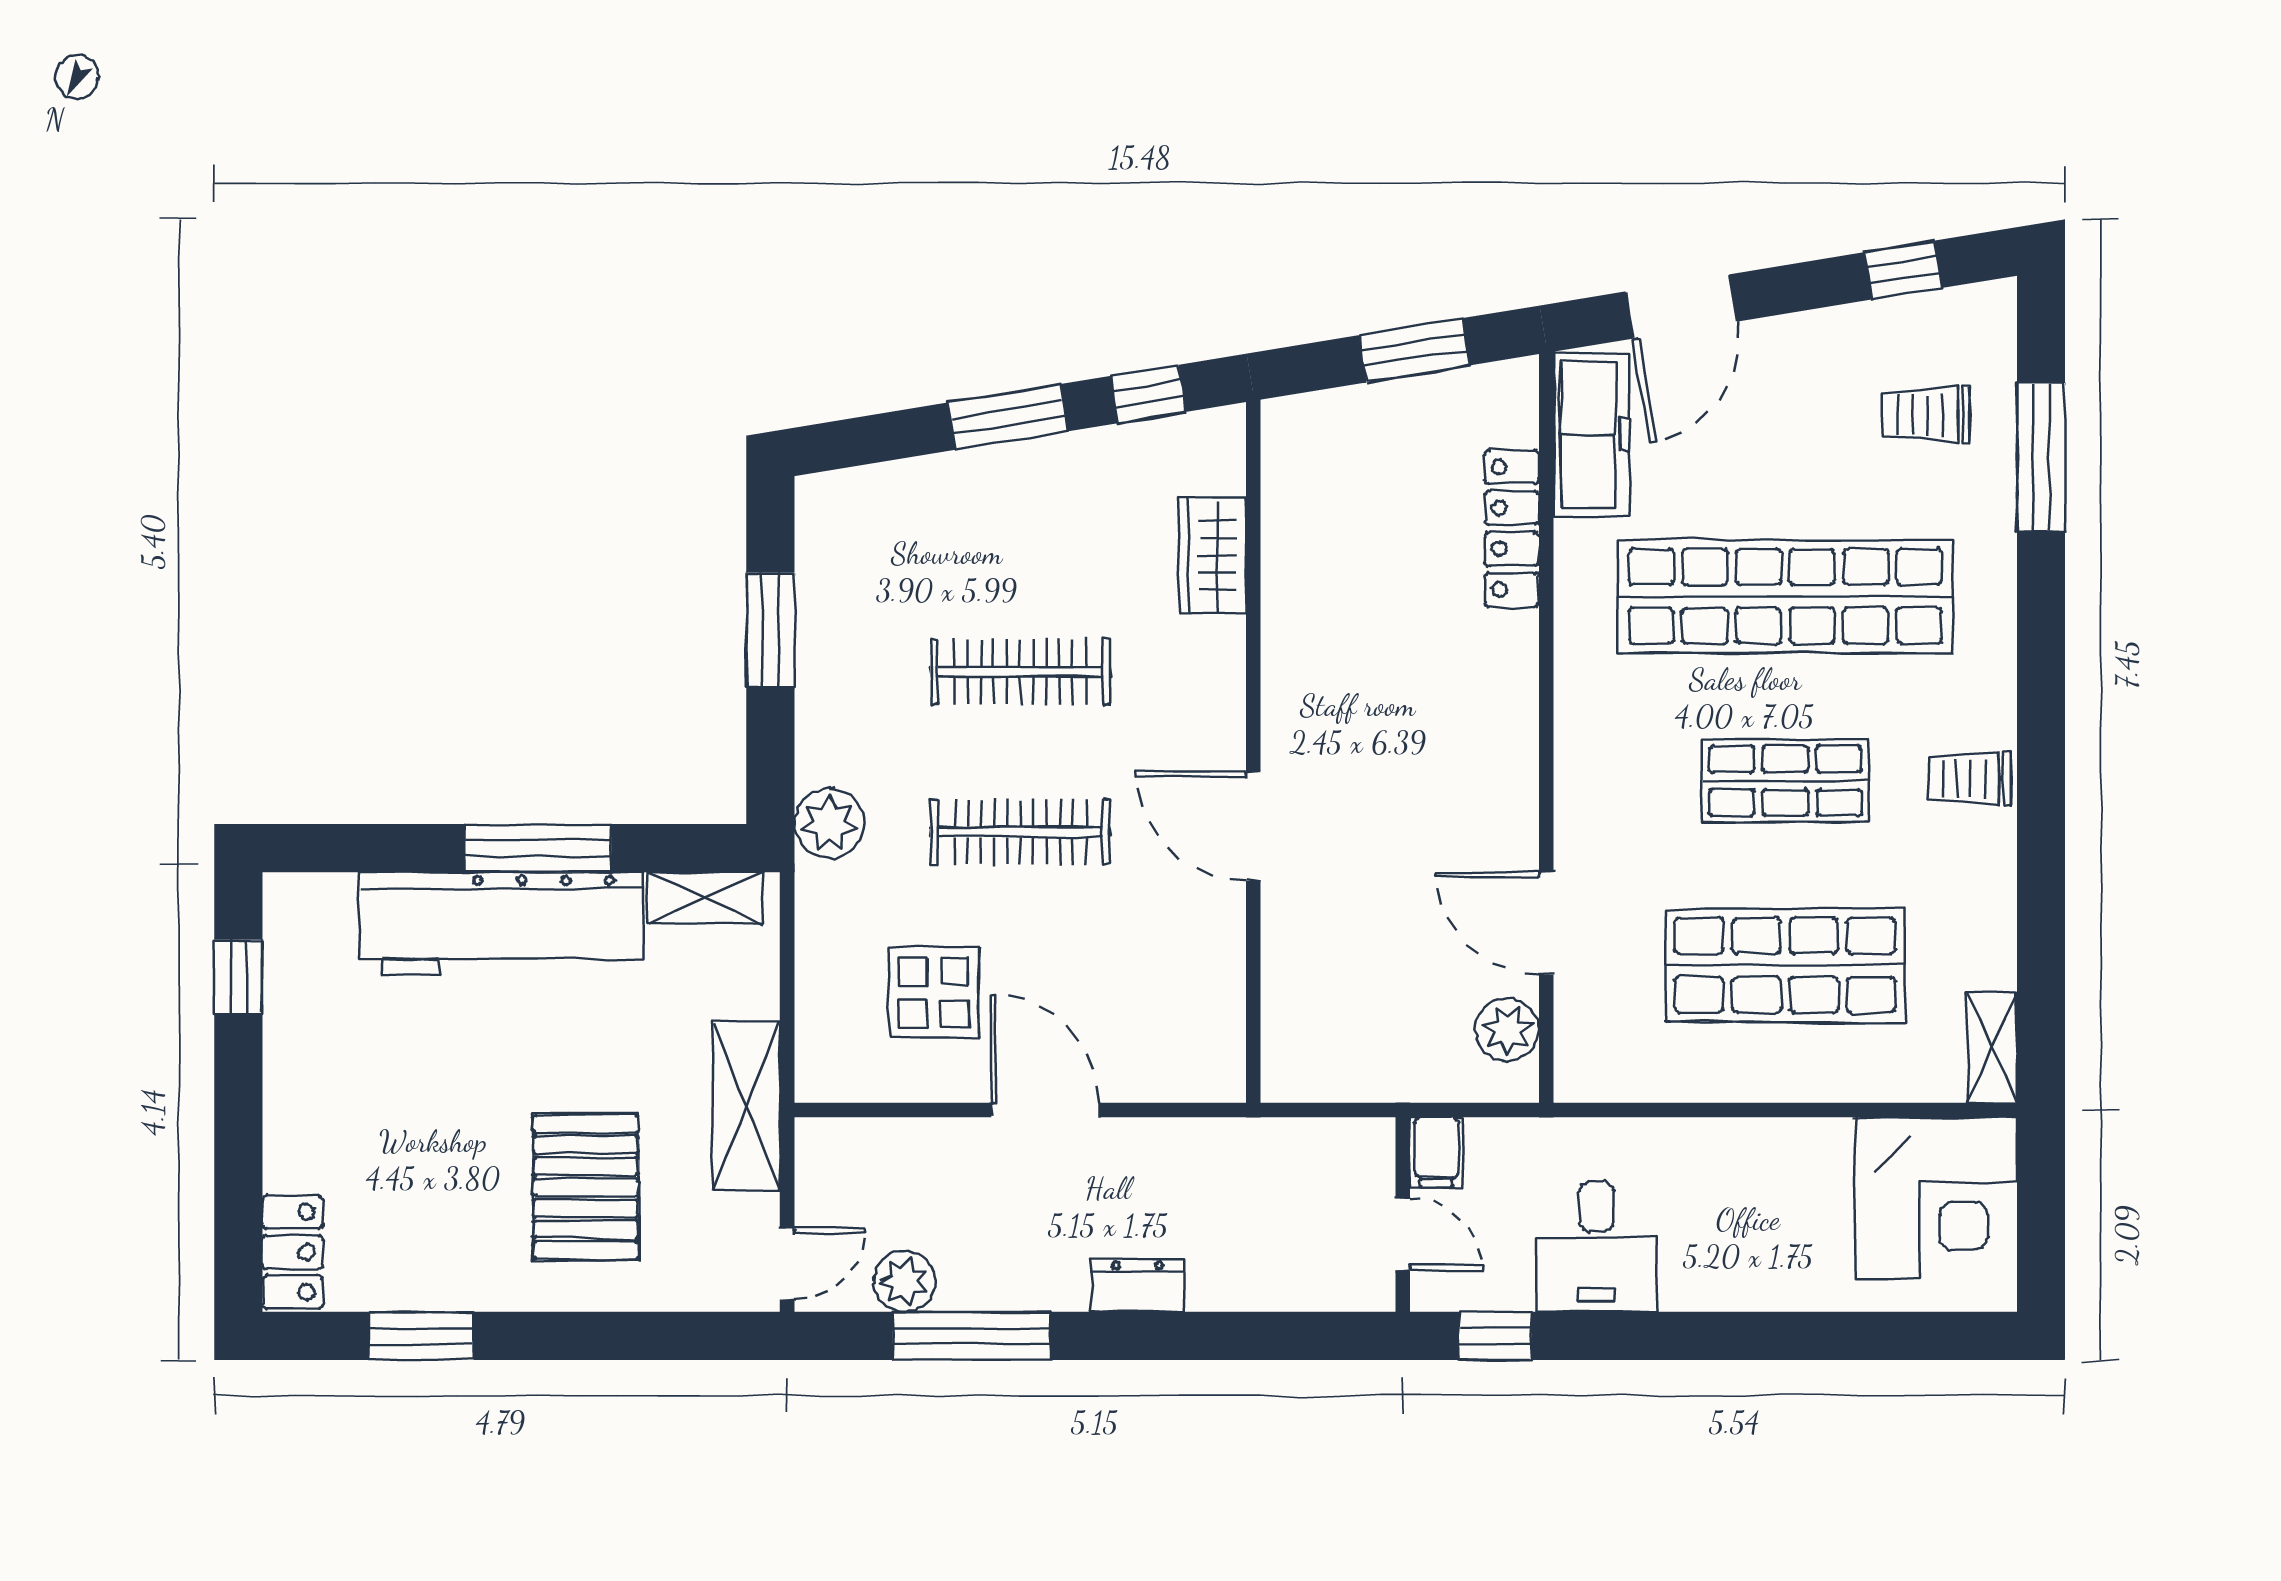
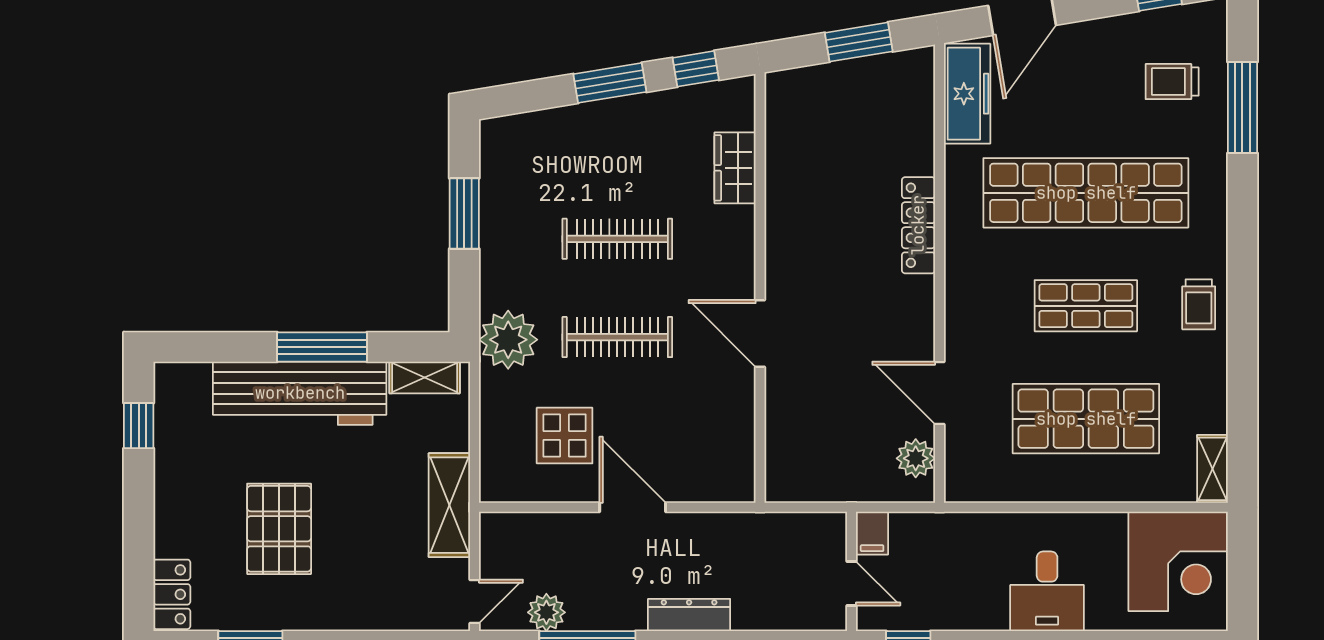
locker: (1512, 528) -> (918, 225), moved
trolley: (1970, 778) -> (1199, 304), turned -90
plant: (829, 824) -> (508, 340), width x1.36, depth x1.36
pallet: (586, 1187) -> (279, 529), moved
desk: (1596, 1247) -> (1047, 591), moved
dresser: (1137, 1286) -> (689, 615), width x1.44

